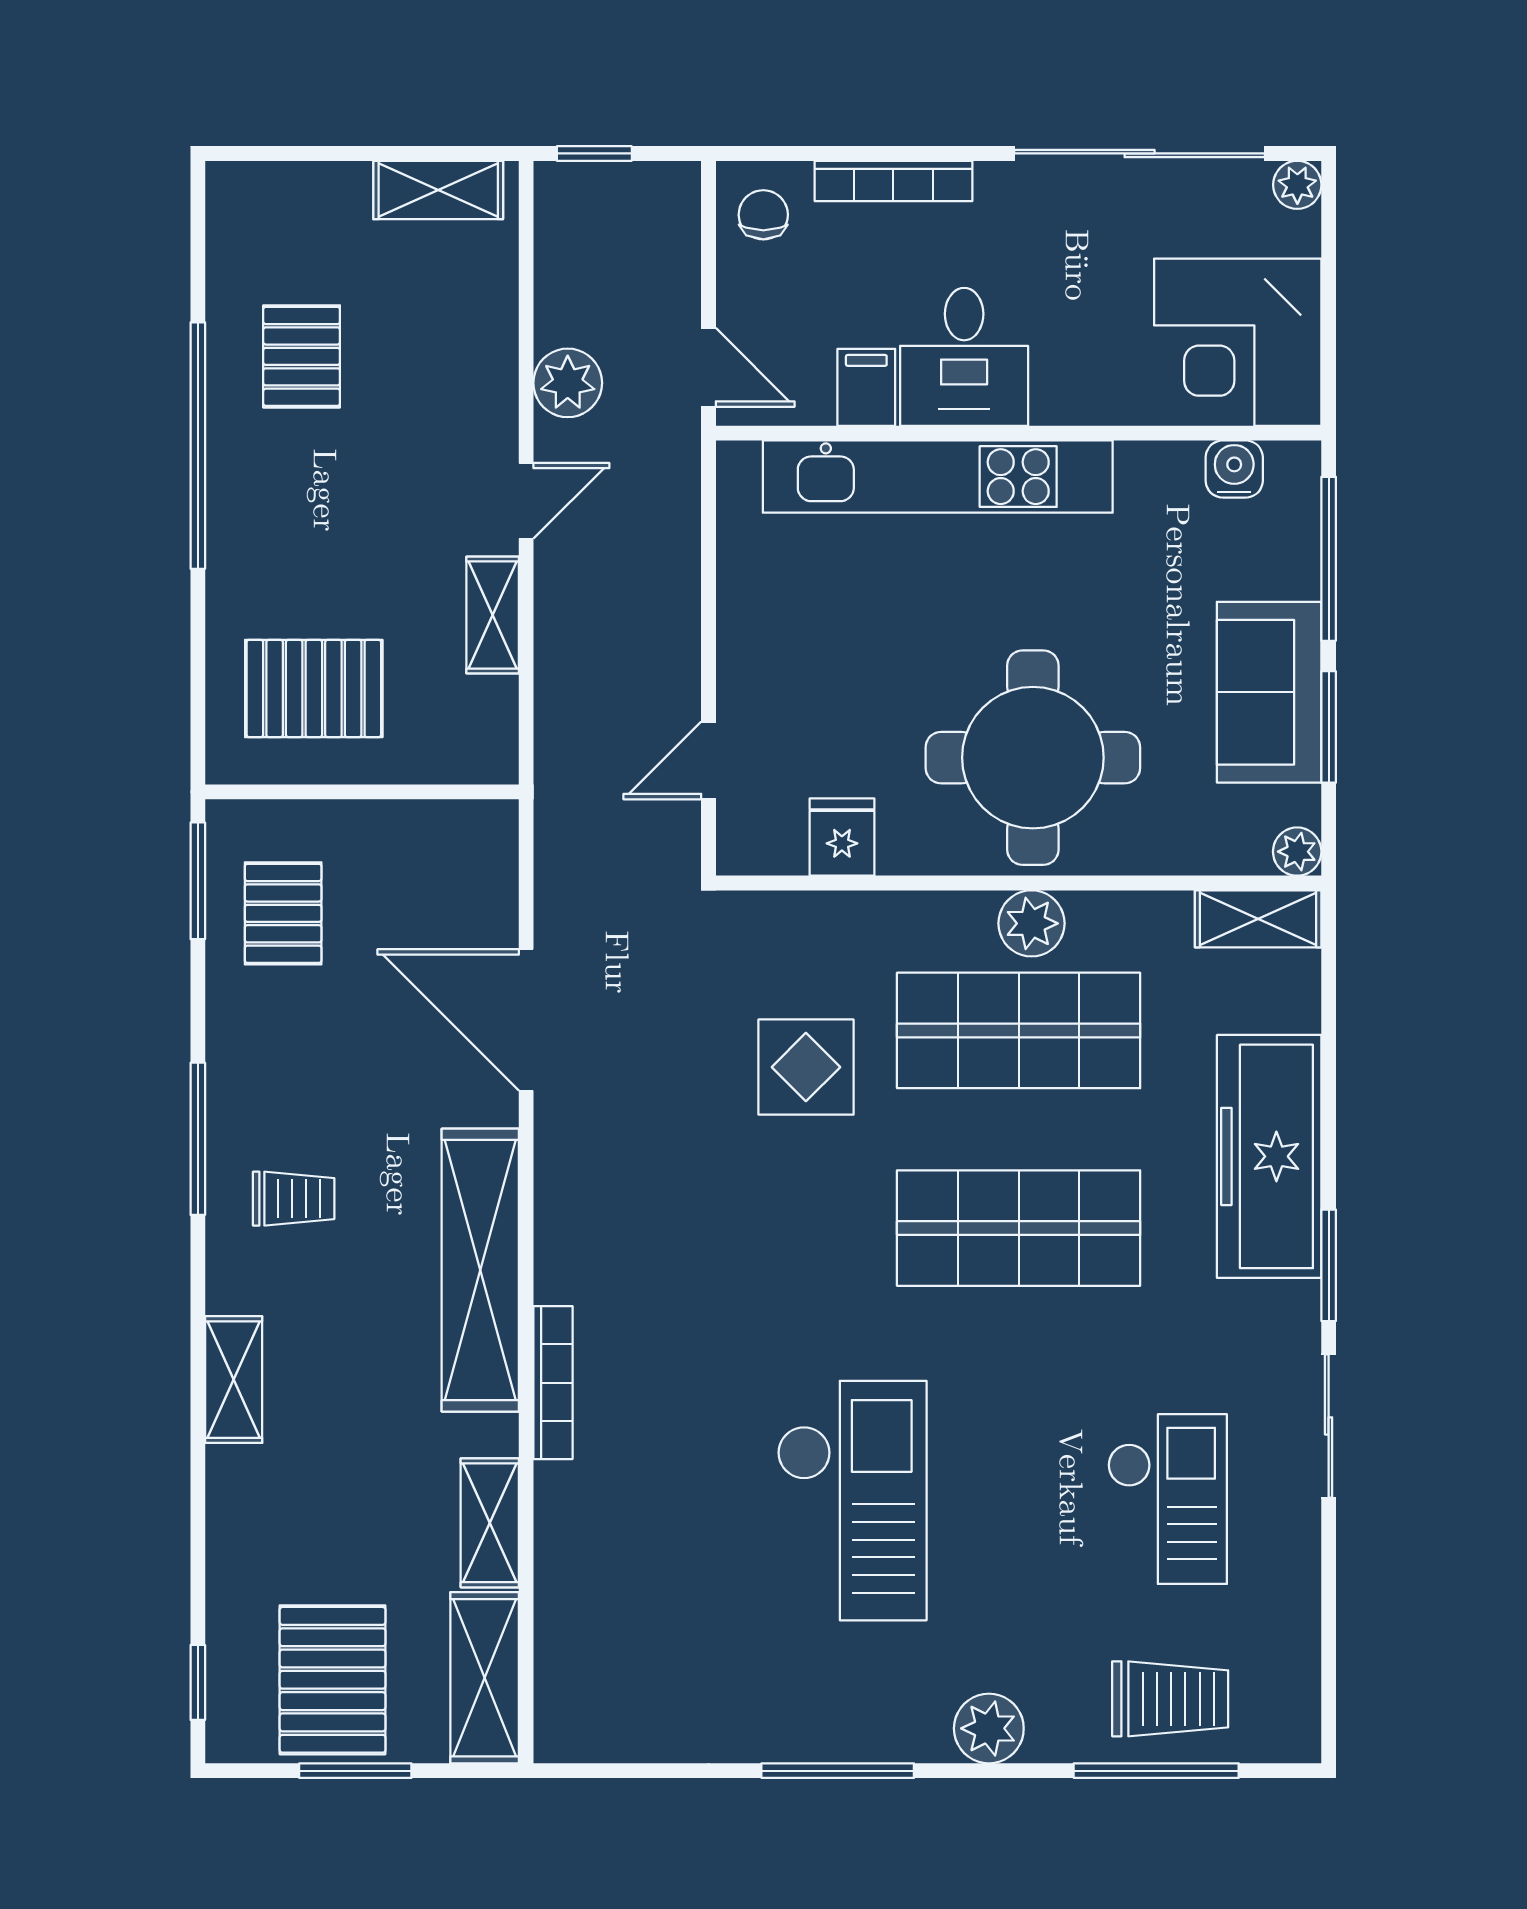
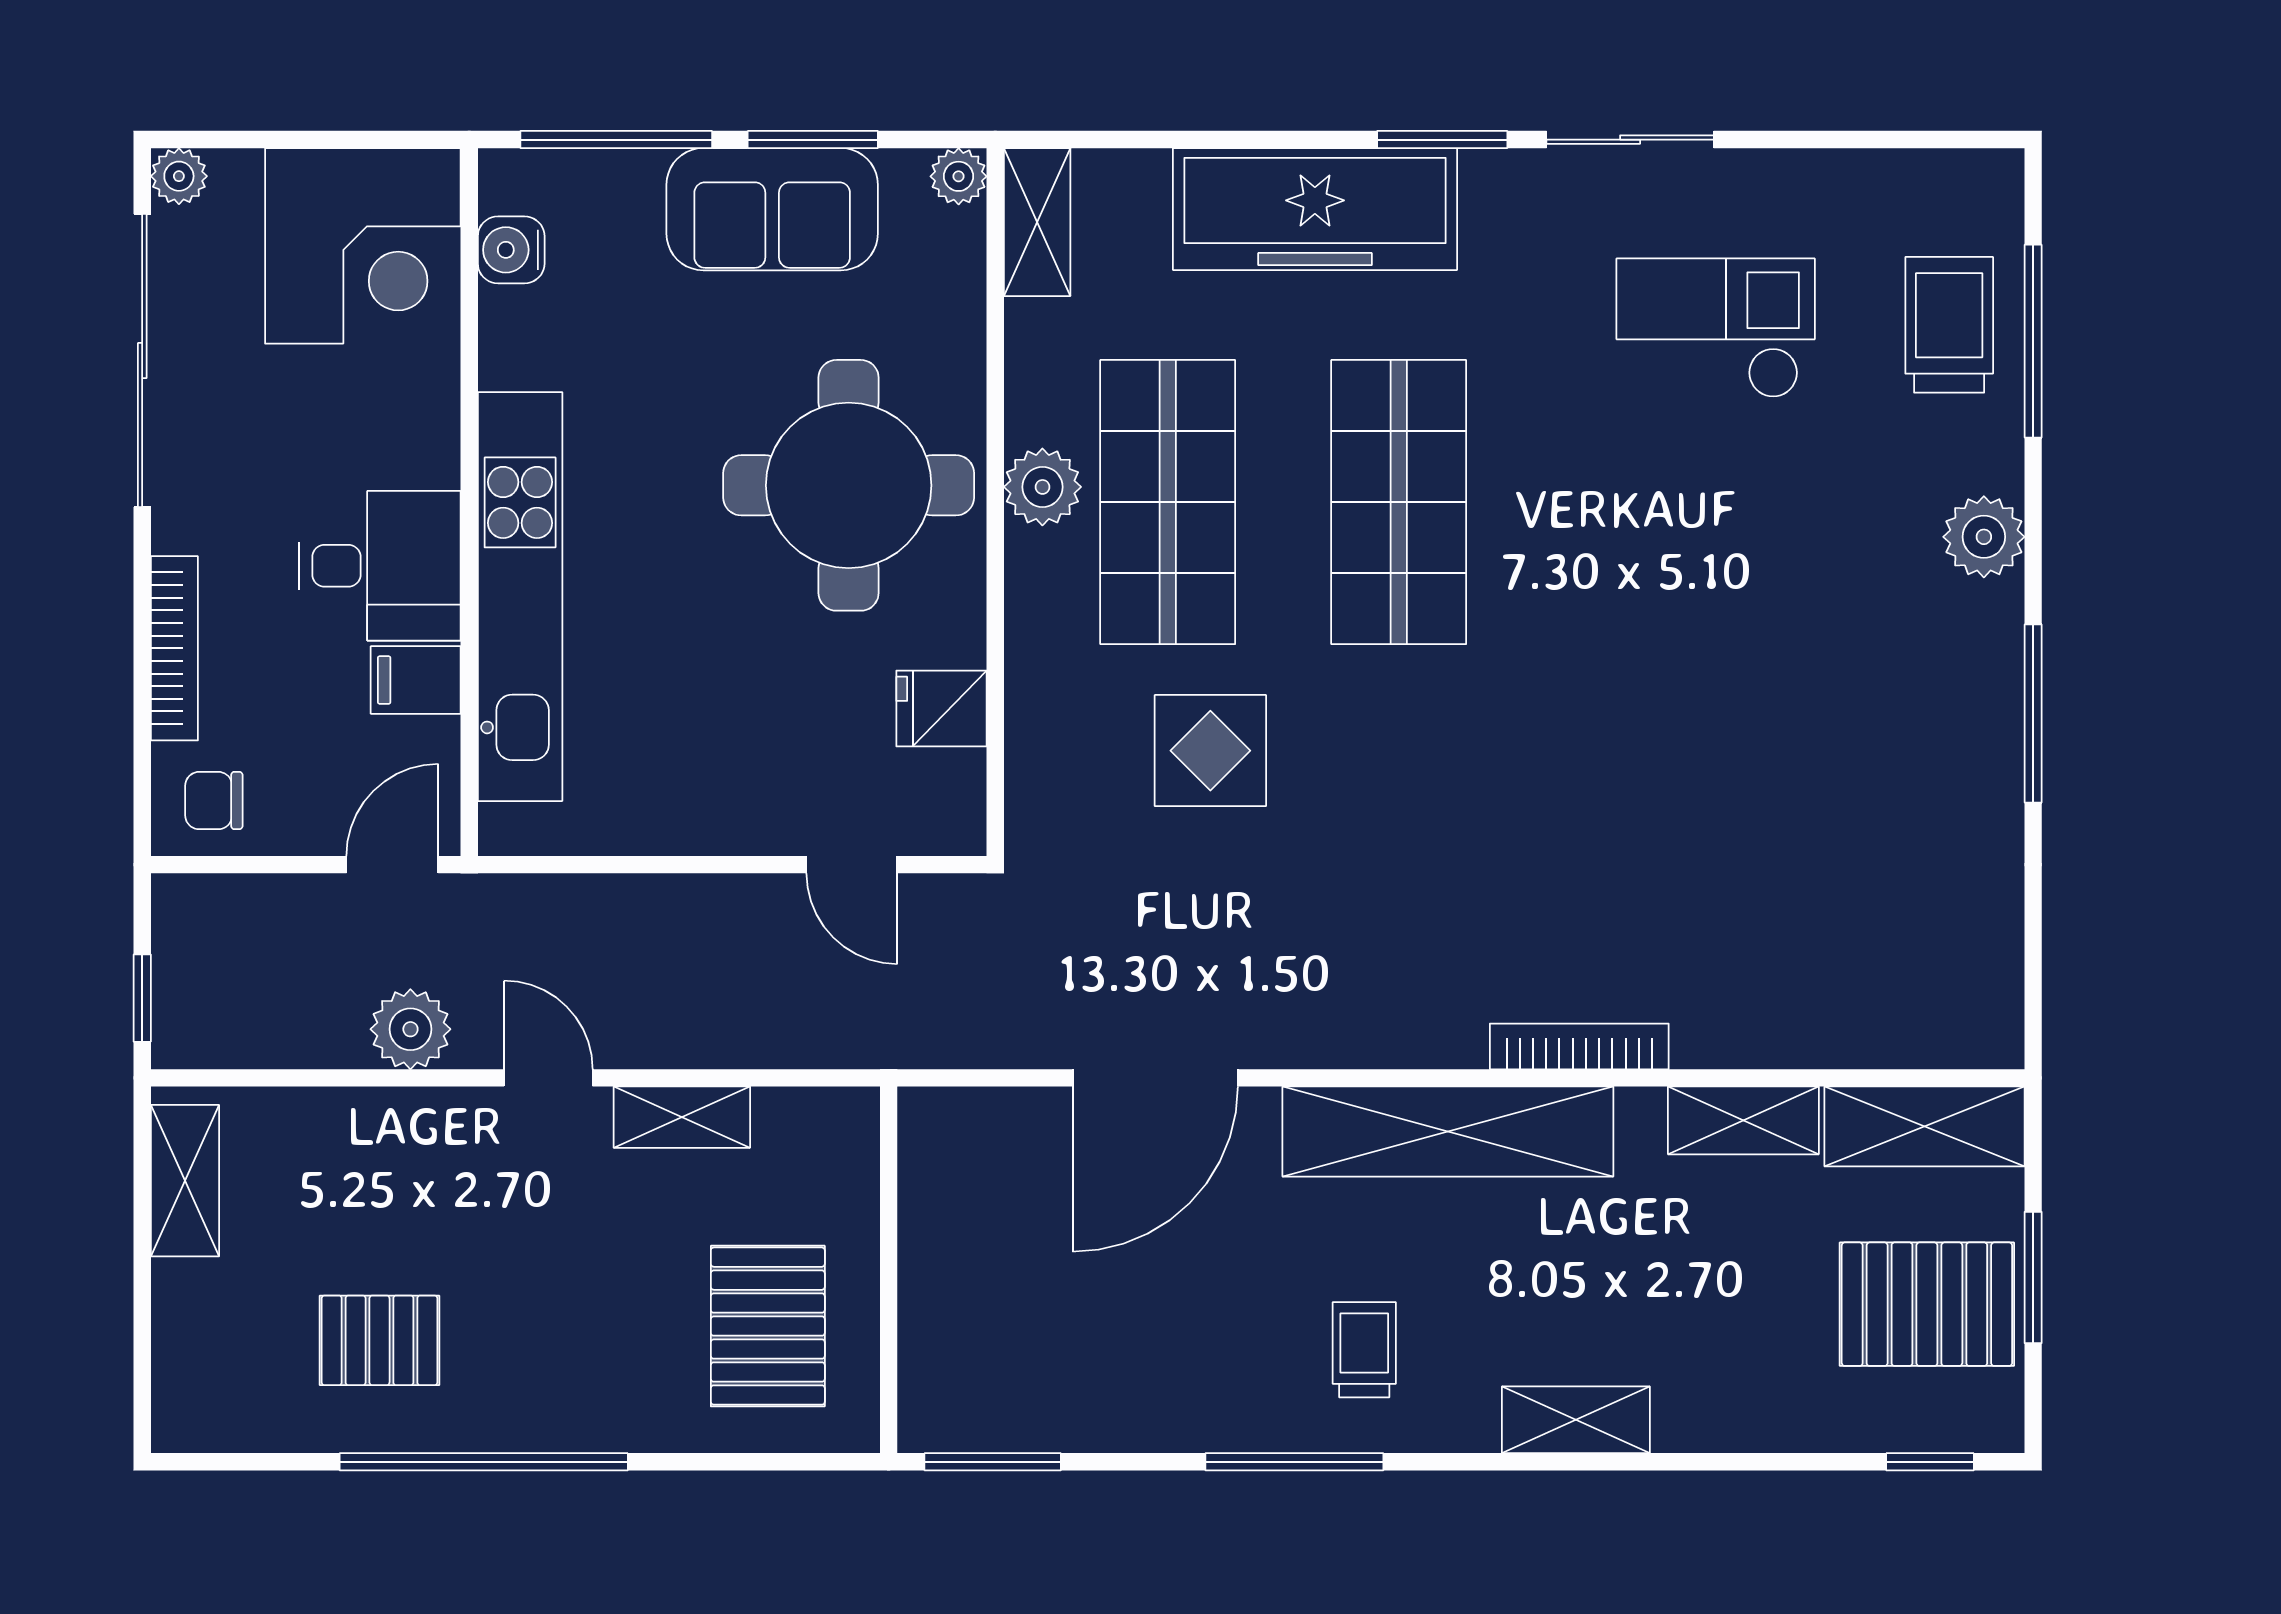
pallet: (283, 913) -> (1031, 1362), removed
checkout: (852, 1501) -> (1717, 697), removed

